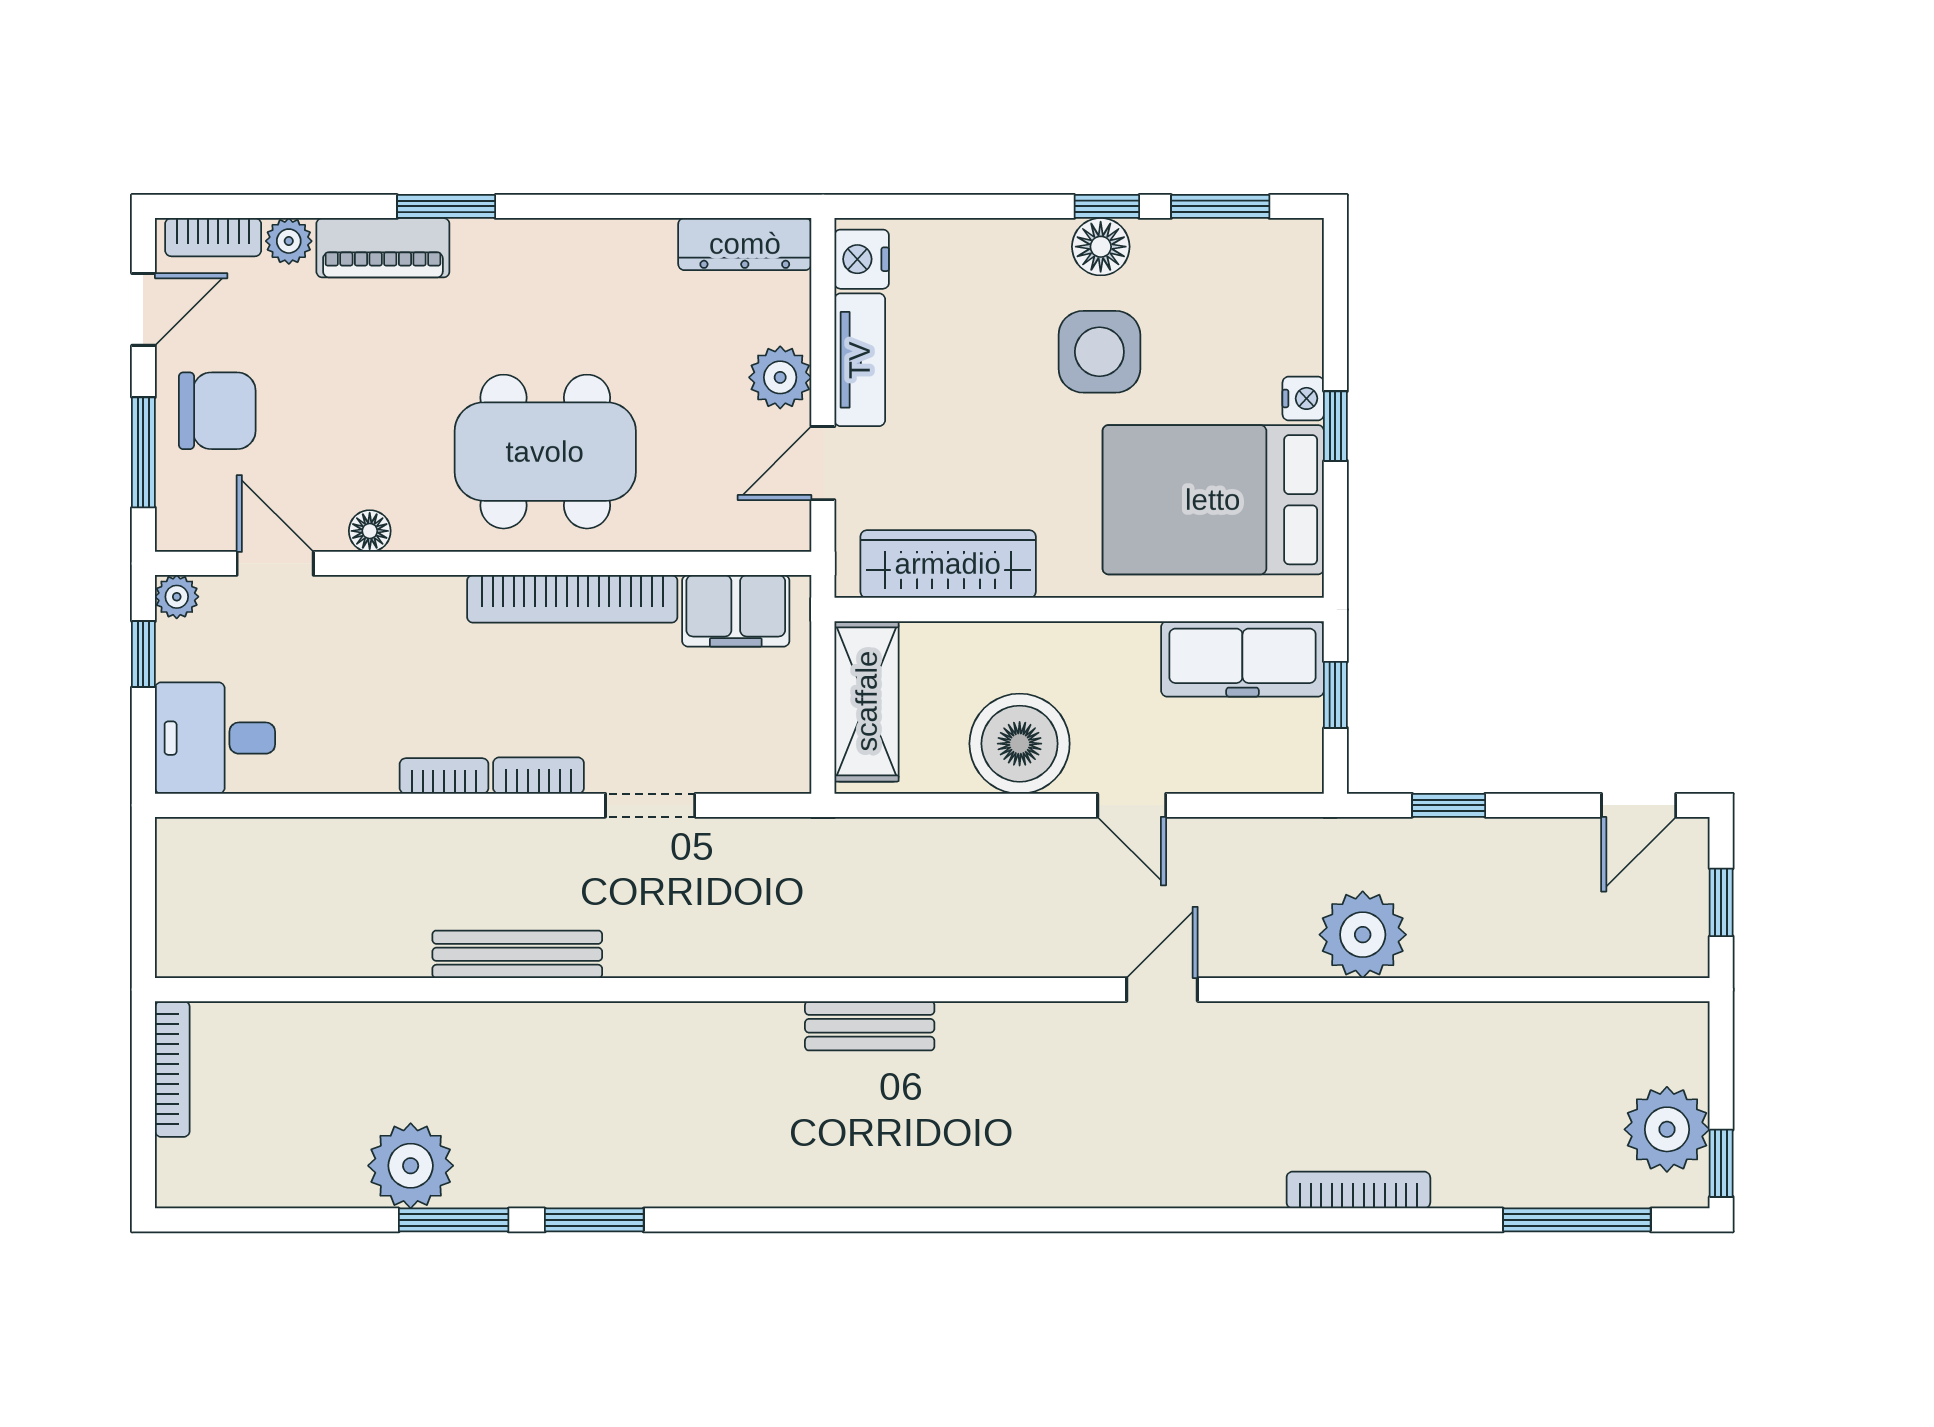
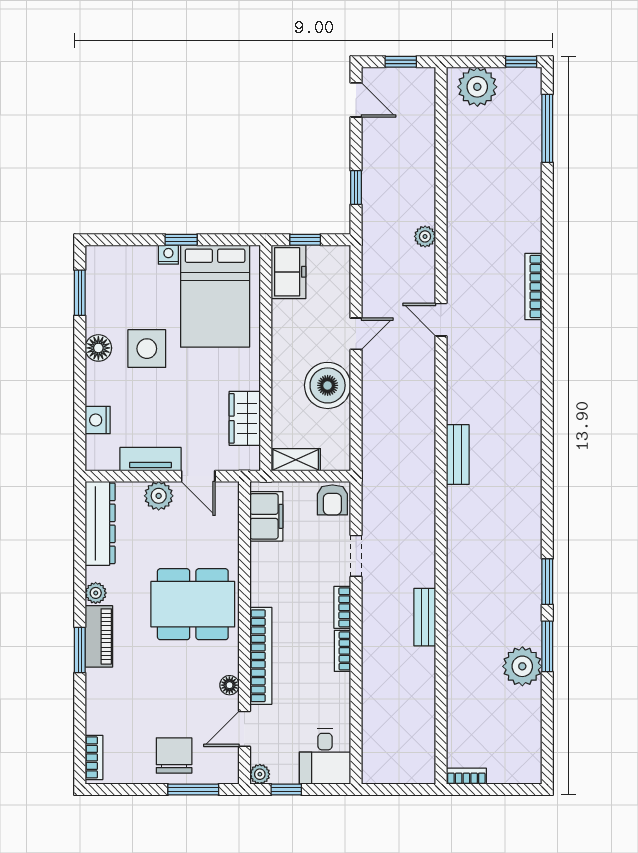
window: (1107, 206) -> (80, 345), removed
plant: (289, 241) -> (96, 593), moved
dresser: (745, 244) -> (100, 523), width x1.37, depth x1.24
piano: (383, 248) -> (99, 636), moved
nightstand: (862, 259) -> (98, 420), moved, turned 90
door: (143, 309) -> (127, 790), removed
dining table: (545, 452) -> (193, 604), turned 90
wardrobe: (948, 564) -> (245, 418), width x0.67
bookcase: (572, 599) -> (261, 656), moved
freezer: (1242, 659) -> (288, 272), width x0.71
shelving: (867, 701) -> (296, 460), width x0.67, depth x0.75
armchair: (771, 754) -> (332, 500), added
plant: (1363, 935) -> (425, 236), width x0.53, depth x0.53
bench: (517, 954) -> (425, 617), width x0.73
bookcase: (172, 1069) -> (466, 776), width x0.64
plant: (1667, 1129) -> (477, 87), moved
bookcase: (1358, 1190) -> (533, 287), moved

